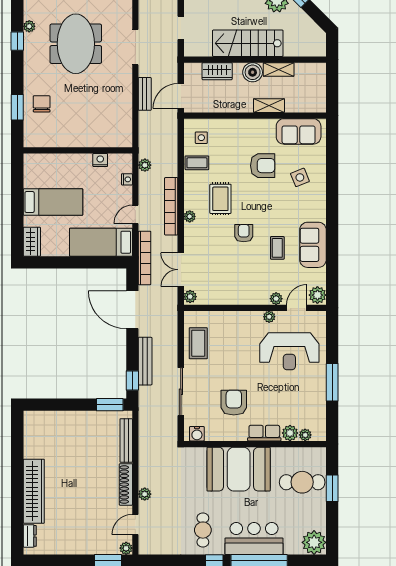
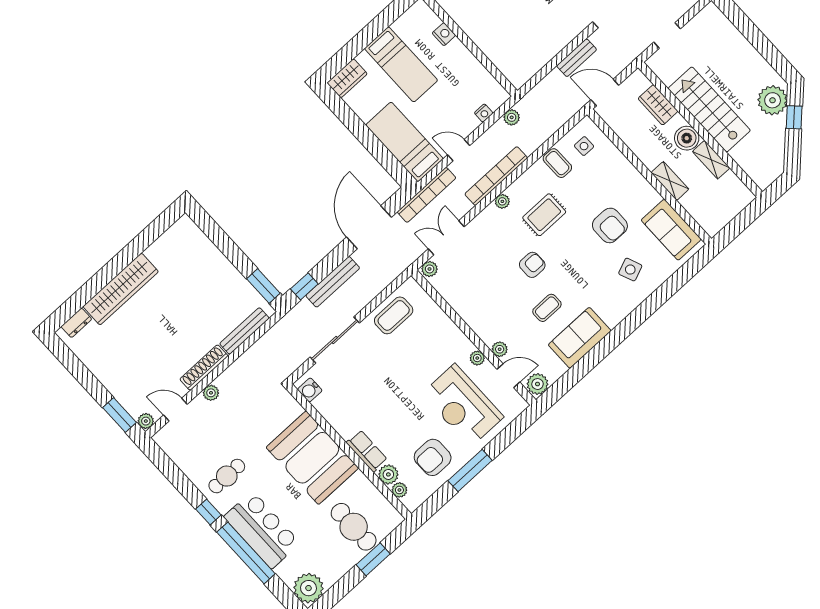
nightstand: (100, 160) -> (444, 34), moved
armchair: (234, 403) -> (433, 457), moved, turned 180

